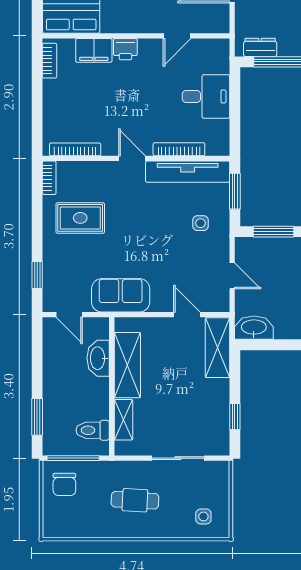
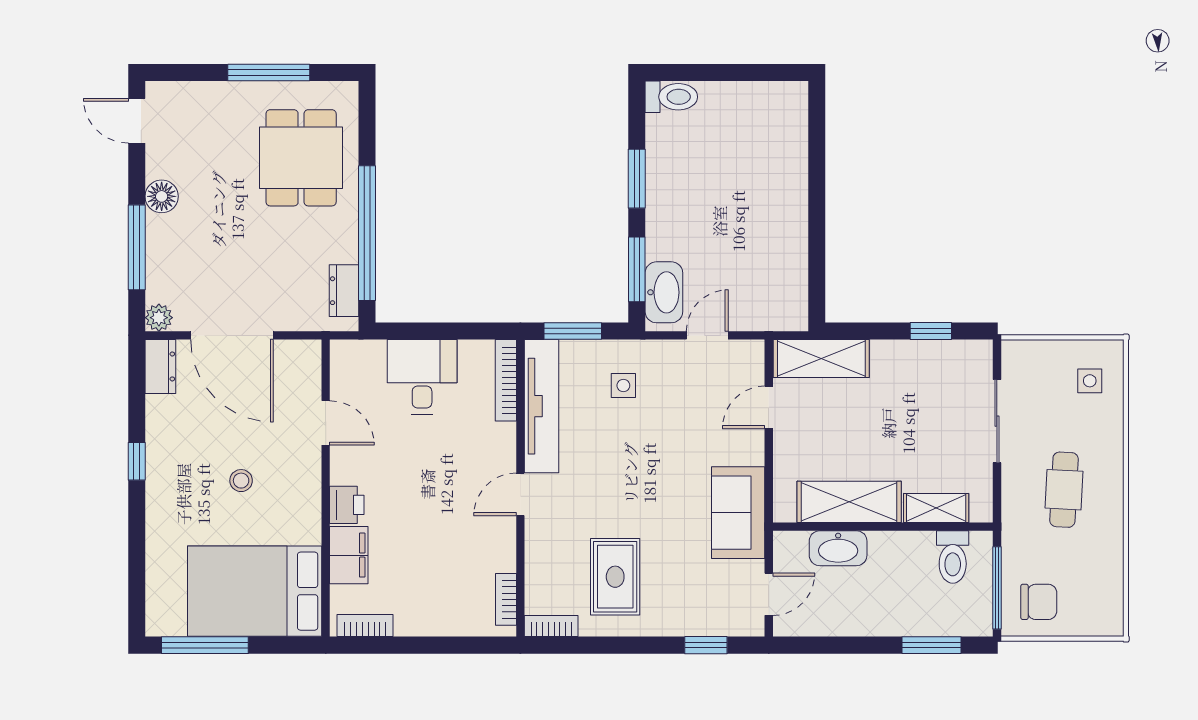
bookcase: (75, 149) -> (506, 599), width x0.64
bookcase: (179, 149) -> (506, 380), moved
washbasin: (254, 328) -> (664, 292), moved, turned 180

